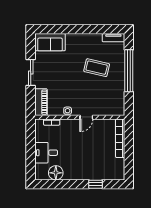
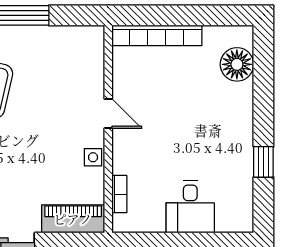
floor lamp: (56, 173) -> (237, 64), moved
window: (96, 184) -> (263, 162), moved

